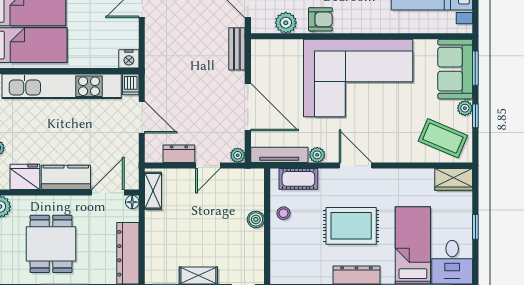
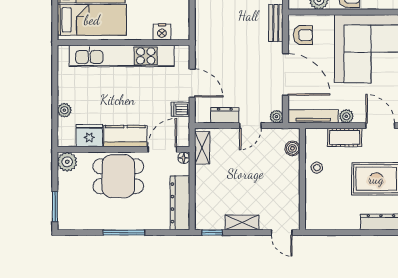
nightstand: (129, 59) -> (162, 32), moved
armchair: (268, 63) -> (303, 35), added
dishwasher: (131, 84) -> (180, 109), moved, turned 90
cot: (298, 179) -> (345, 137), moved
boiler: (256, 219) -> (292, 148), moved
dining table: (51, 244) -> (118, 176), moved, turned 90

